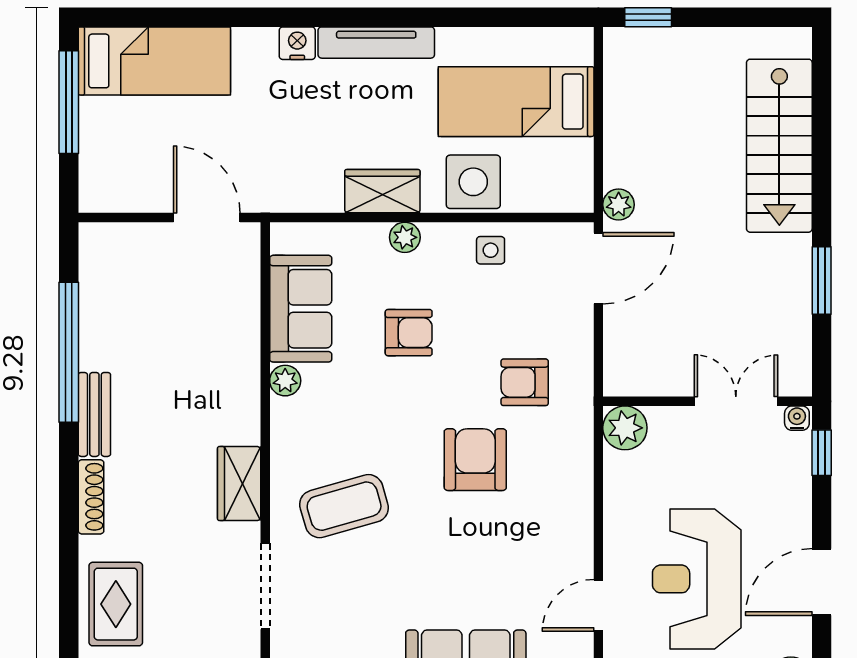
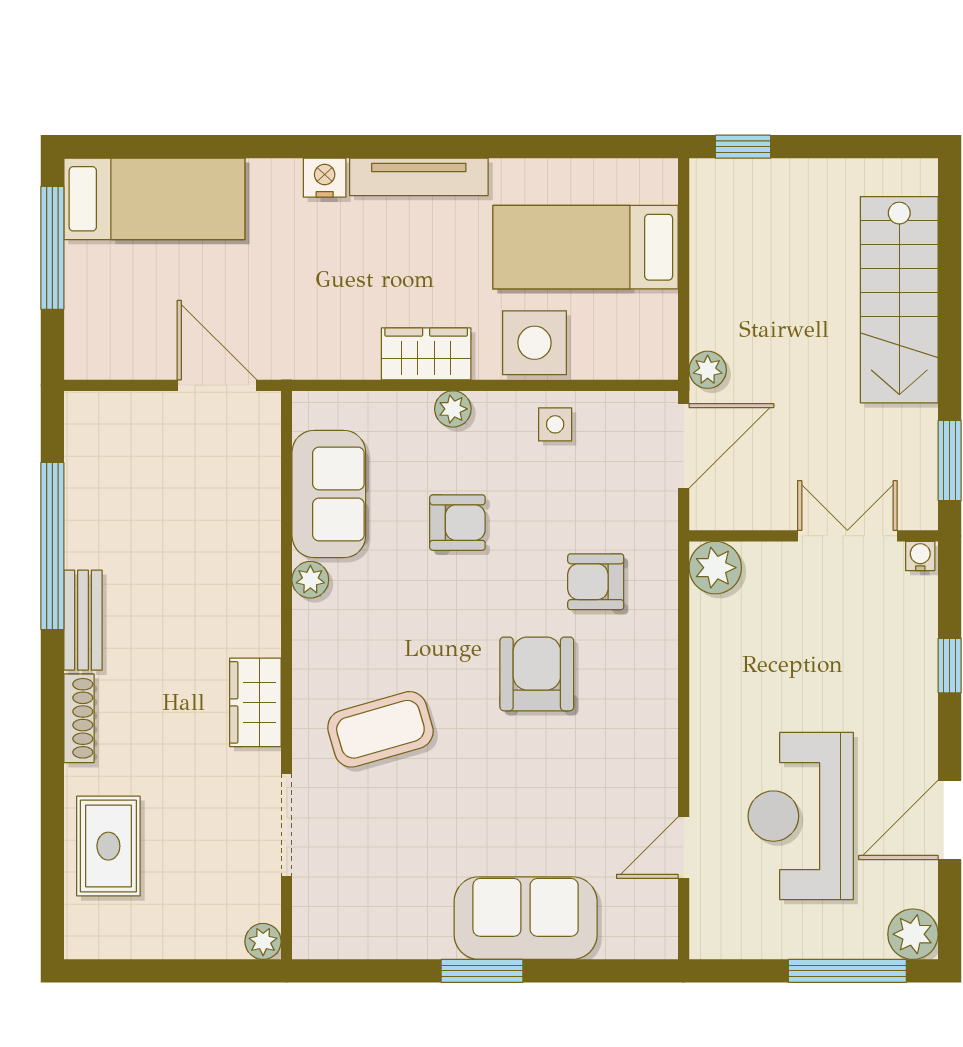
wall: (708, 401) -> (814, 536), moved
double door: (736, 401) -> (847, 536), moved
water cooler: (797, 418) -> (920, 556), moved
plant: (625, 428) -> (715, 568), moved

